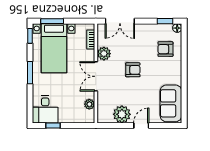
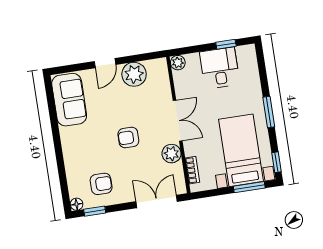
armchair: (165, 49) -> (101, 184), moved
plant: (89, 104) -> (178, 63), moved
desk: (45, 109) -> (220, 68), moved

